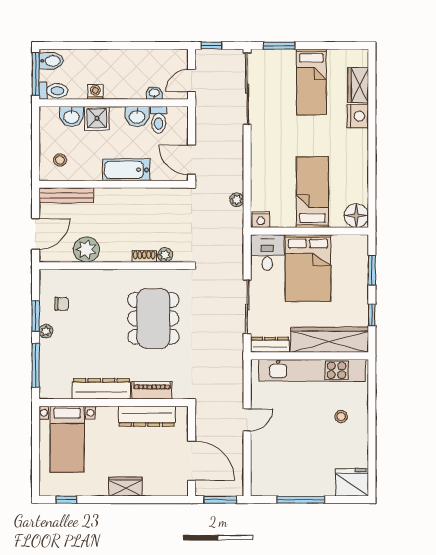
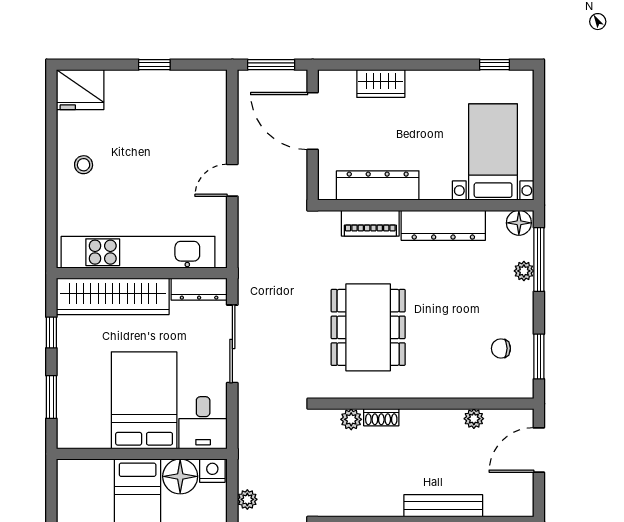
bench: (66, 195) -> (443, 506), moved
floor lamp: (356, 216) -> (180, 476), moved
plant: (86, 249) -> (474, 419), width x0.53, depth x0.53
window: (36, 316) -> (539, 357), moved
plant: (46, 331) -> (524, 271), moved
floor lamp: (49, 391) -> (519, 223), added
stool: (341, 416) -> (84, 165), moved
wardrobe: (125, 487) -> (381, 83), moved
window: (301, 500) -> (154, 65), width x0.46

